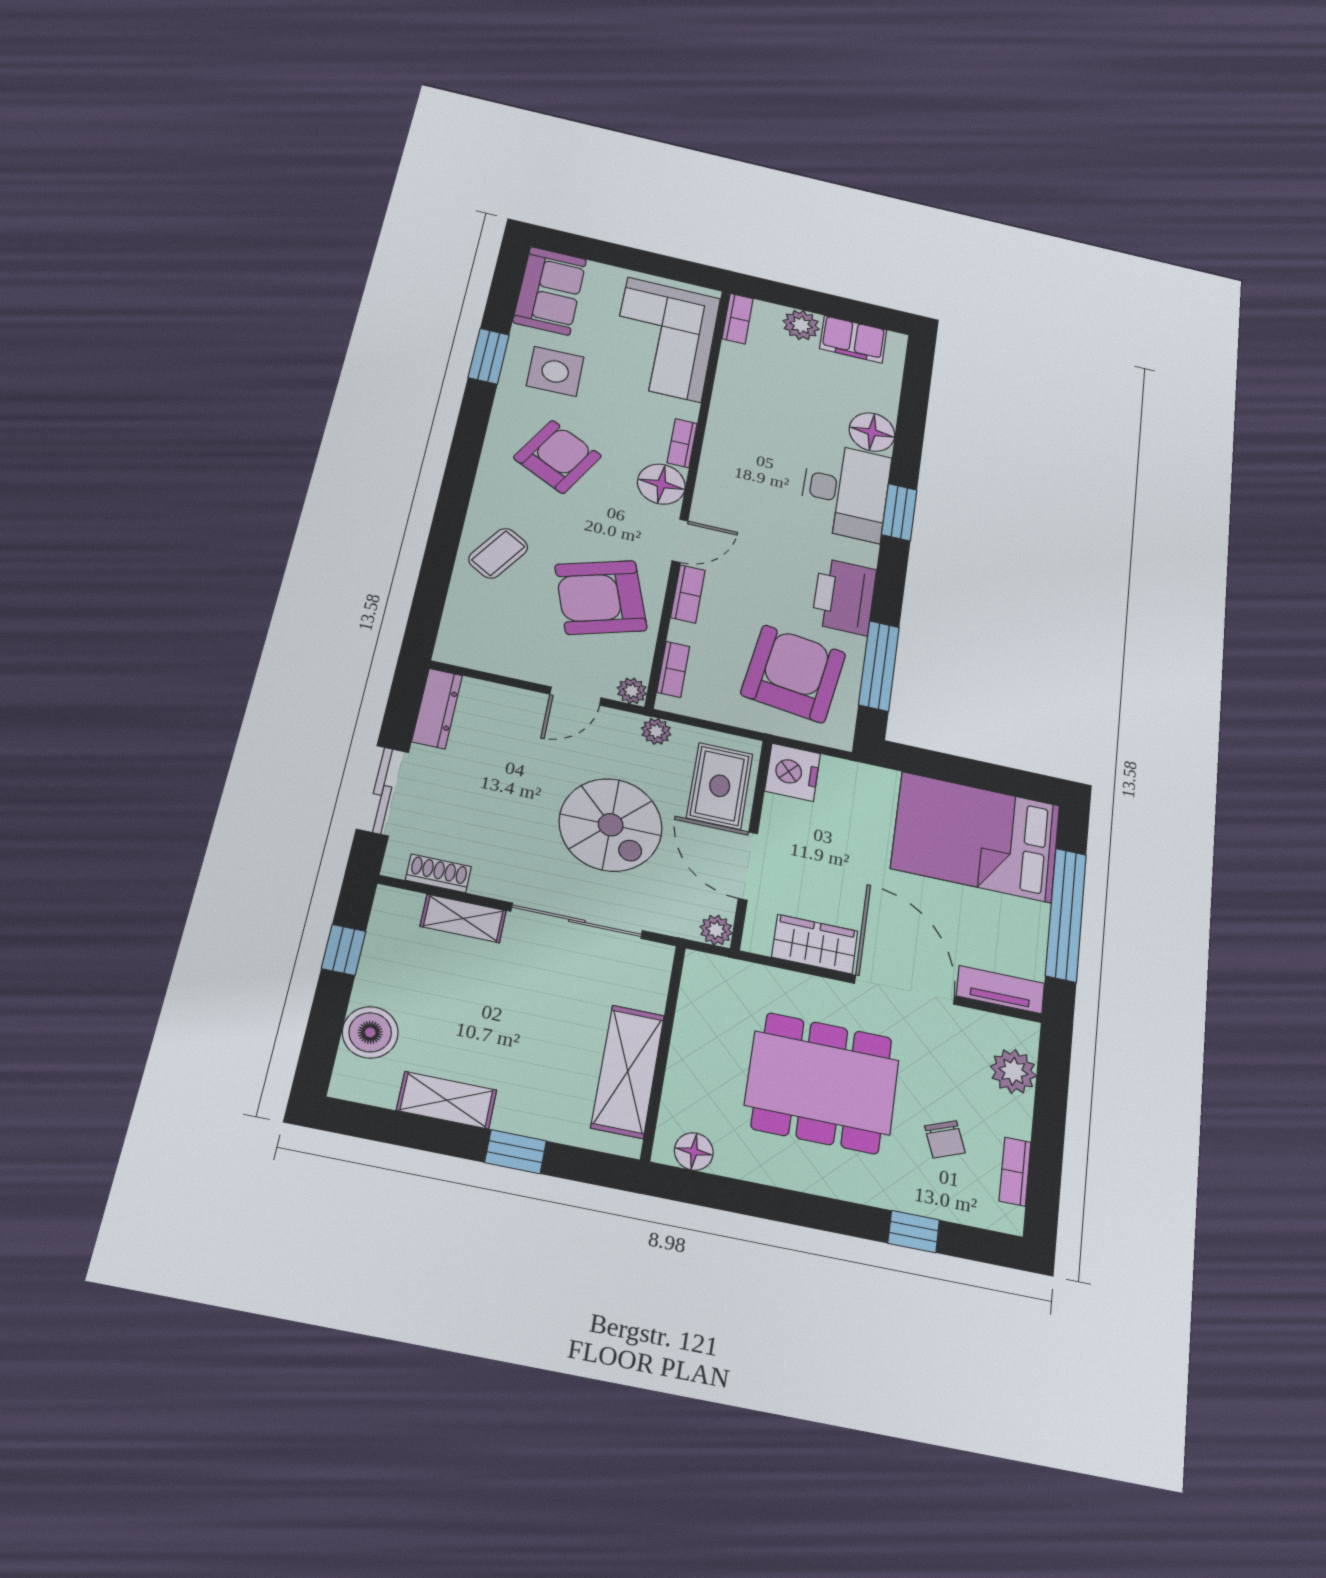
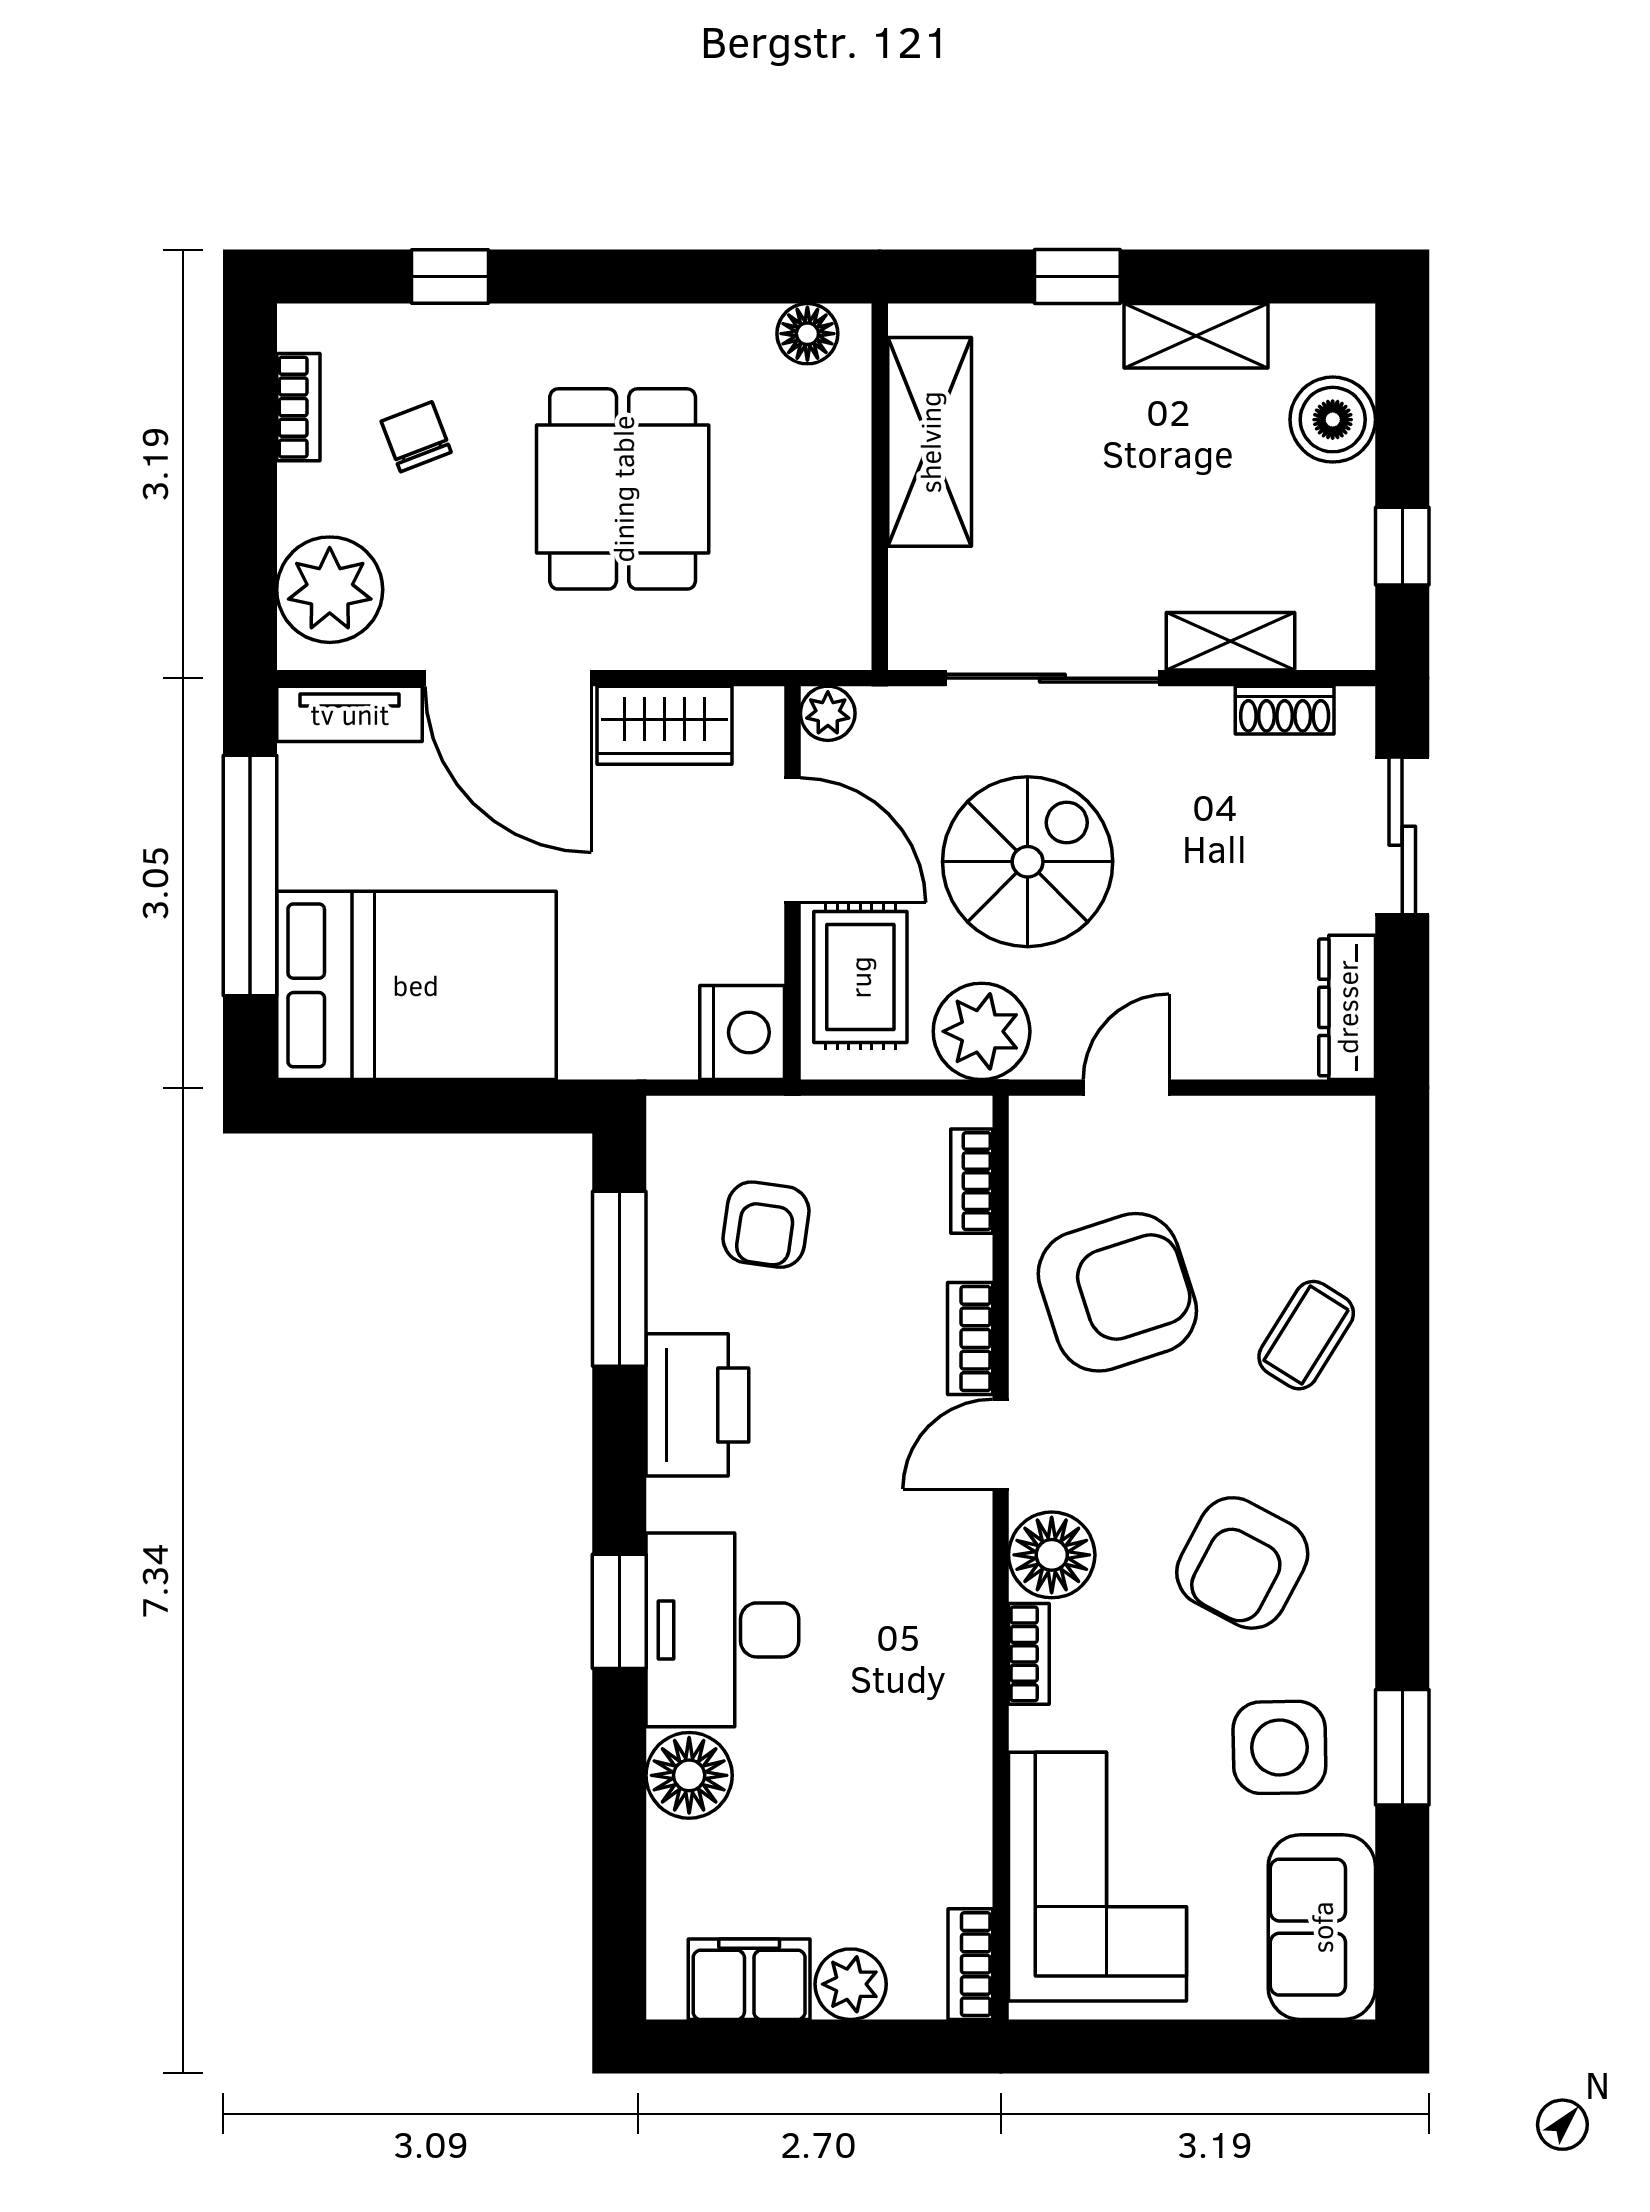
armchair: (793, 674) -> (766, 1225), width x0.53, depth x0.53
plant: (632, 691) -> (1034, 1122), removed
plant: (656, 731) -> (982, 1031), width x1.88, depth x1.88
spiral stairs: (611, 825) -> (1028, 862), turned 90
plant: (1013, 1071) -> (330, 590), width x1.36, depth x1.36
dining table: (822, 1083) -> (623, 489), width x0.73

